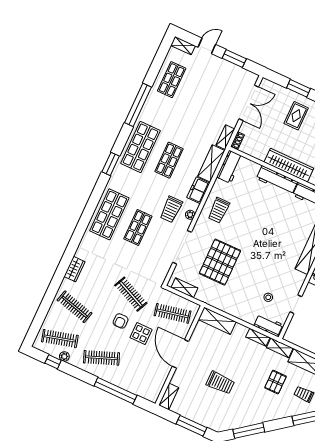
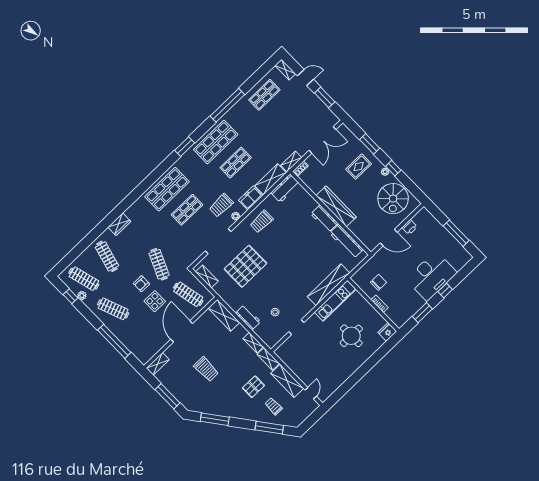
workbench: (277, 180) -> (324, 219), width x0.73
workbench: (268, 325) -> (248, 317), moved

